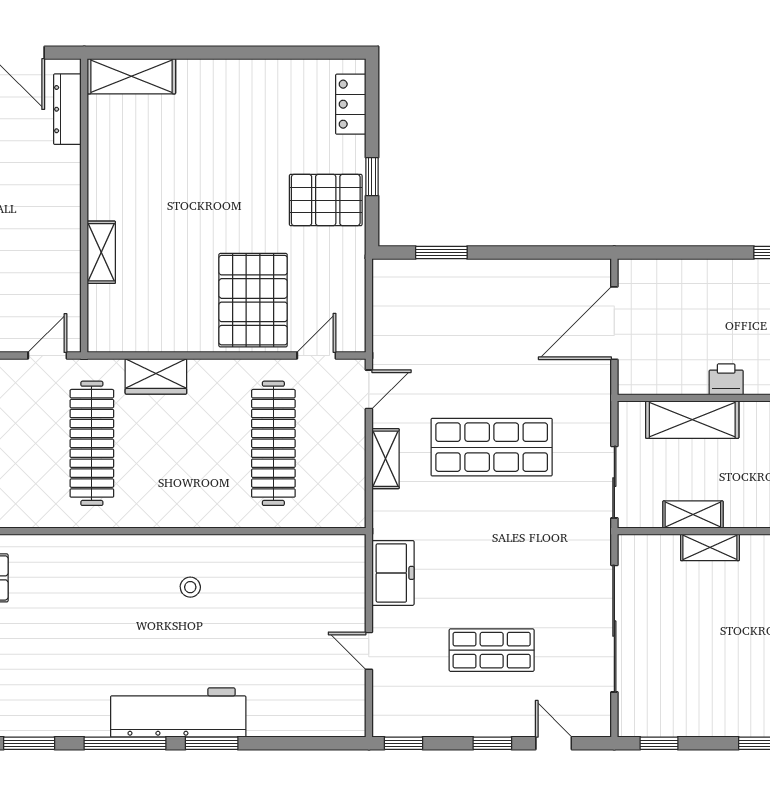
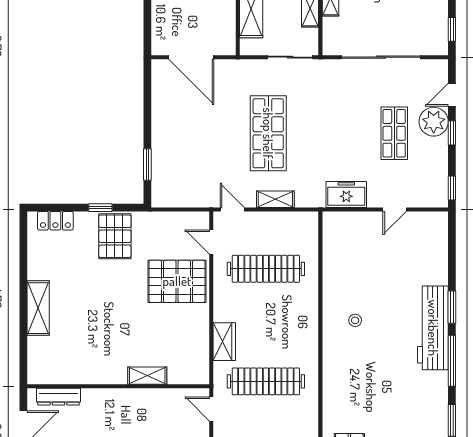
shelving: (131, 76) -> (38, 308), moved
plant: (510, 714) -> (434, 122), added

